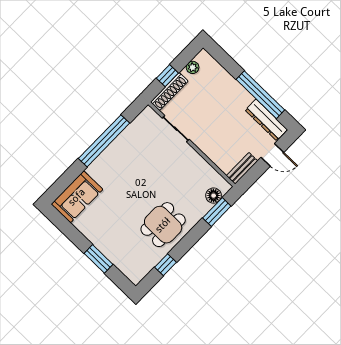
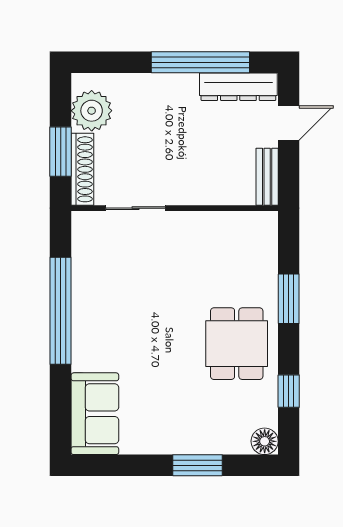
plant: (193, 67) -> (92, 111), width x1.87, depth x1.87
window: (167, 76) -> (61, 152), width x1.50
floor lamp: (214, 196) -> (265, 441), moved
window: (217, 212) -> (289, 299), moved

